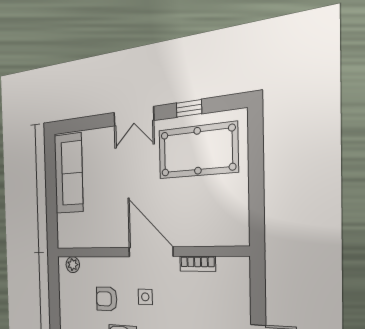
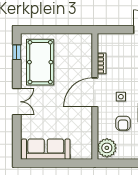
window: (189, 108) -> (17, 52), moved
plant: (73, 265) -> (107, 148), width x1.87, depth x1.87

